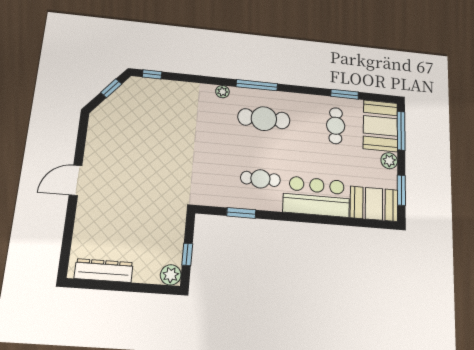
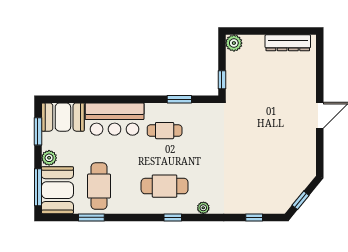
window: (152, 74) -> (254, 217), moved
window: (257, 85) -> (173, 217), width x0.46
cafe table: (336, 126) -> (99, 186), width x1.37, depth x1.35
window: (187, 254) -> (222, 80), moved

